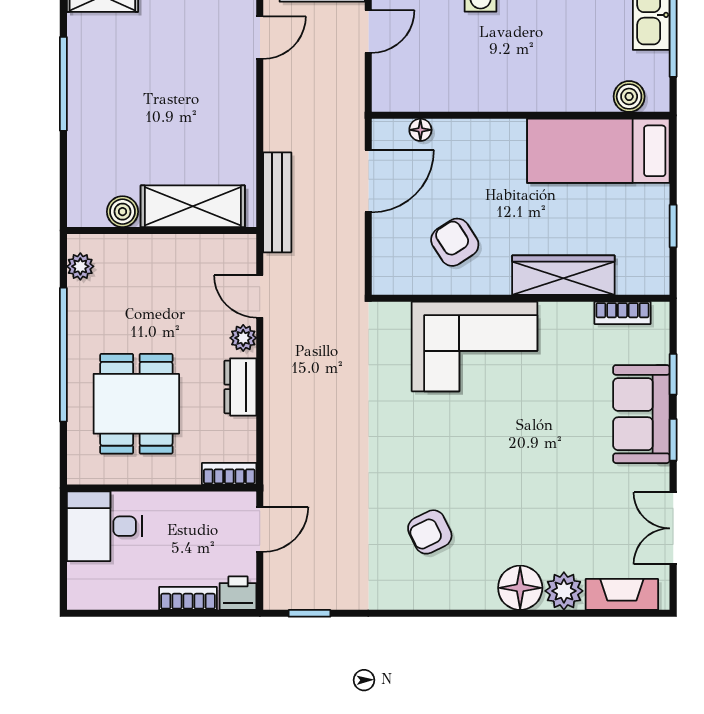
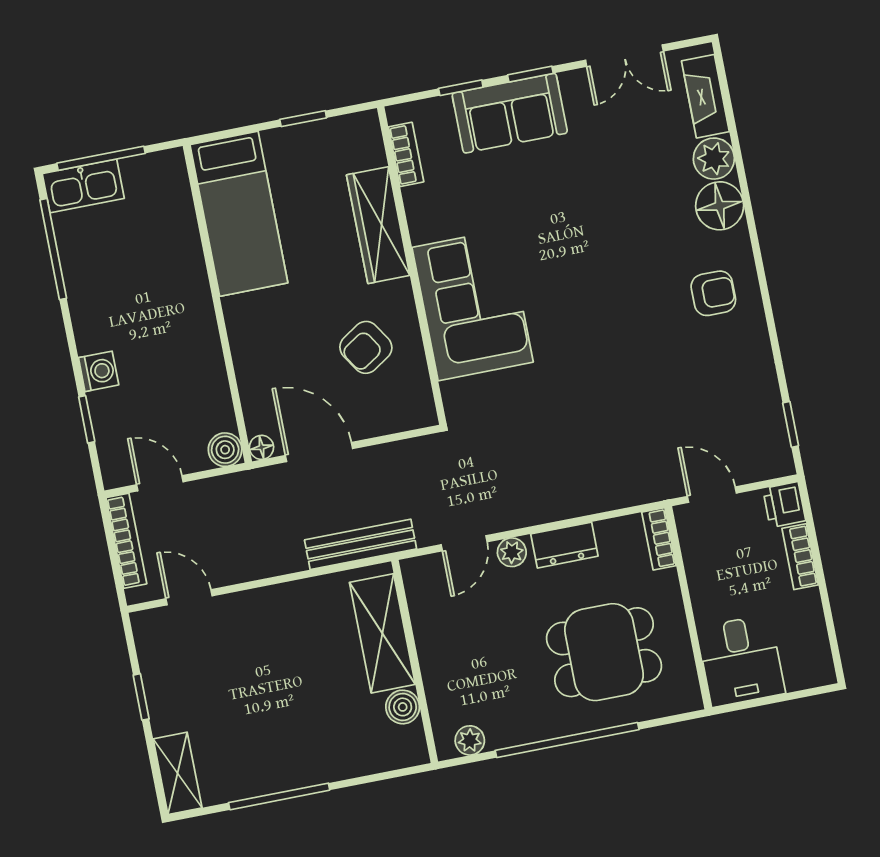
boiler: (629, 96) -> (225, 450), moved
floor lamp: (420, 130) -> (261, 447), moved
armchair: (430, 532) -> (713, 293), moved, turned -64

